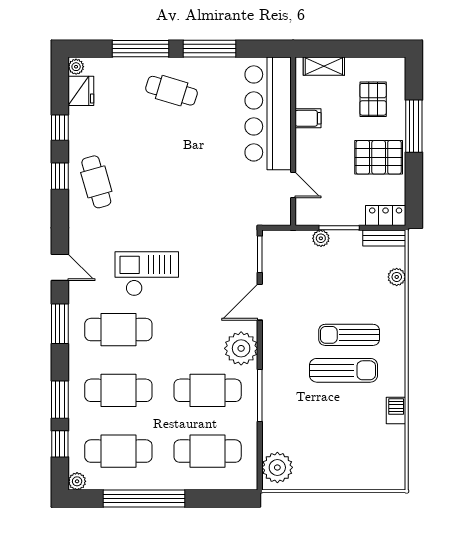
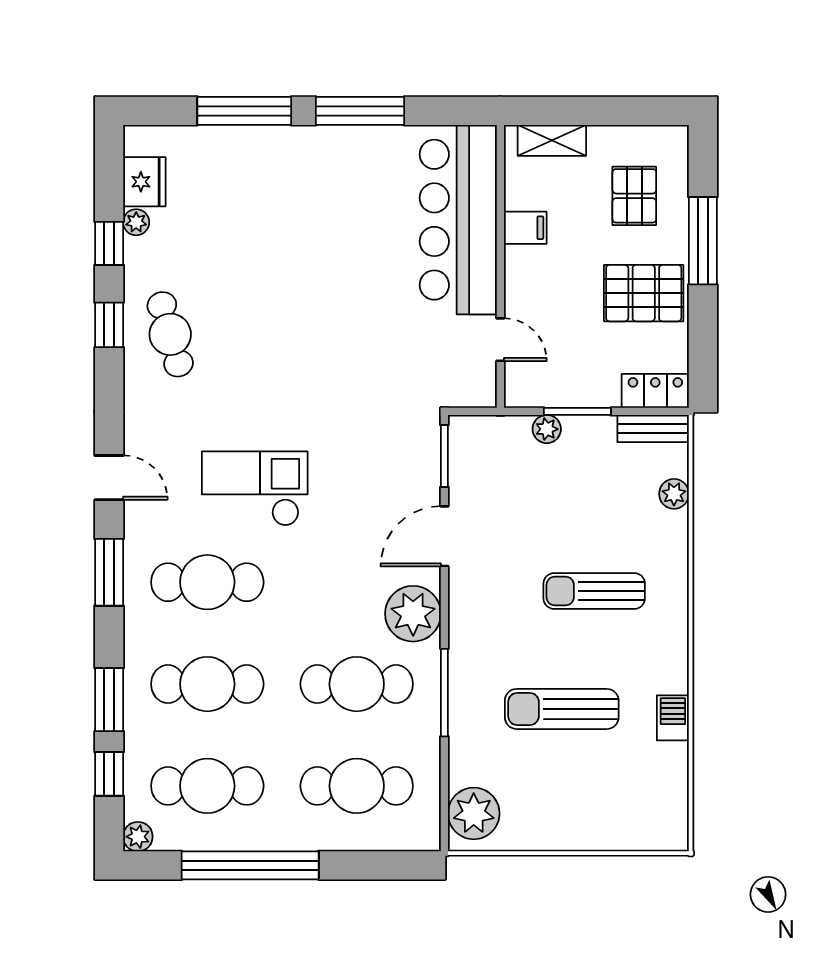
plant: (76, 67) -> (136, 222), moved
cafe table: (172, 91) -> (296, 181), removed
sun lounger: (344, 370) -> (562, 709), moved, turned 180

